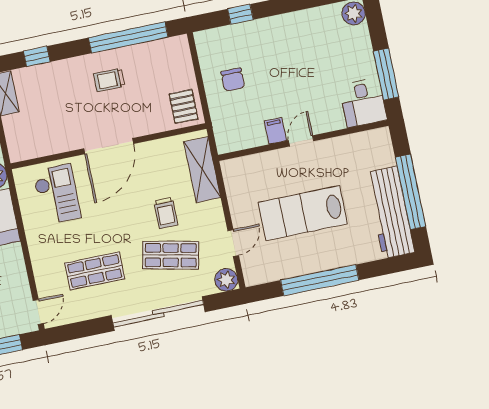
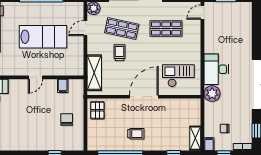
filing cabinet: (275, 131) -> (63, 86), moved
checkout: (57, 194) -> (178, 76), turned 90

